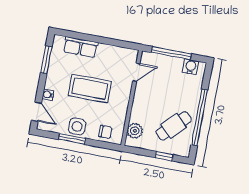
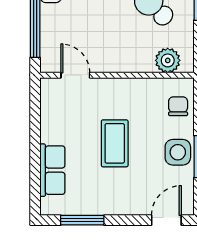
coffee table: (90, 89) -> (115, 143), width x0.73, depth x0.76
water cooler: (48, 95) -> (137, 207), removed

